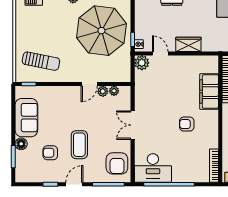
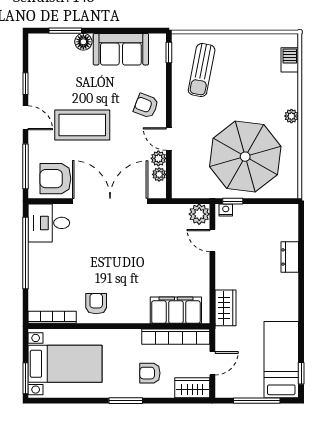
wardrobe: (188, 44) -> (225, 308), moved
door: (160, 54) -> (212, 240), swing flipped
filing cabinet: (209, 92) -> (176, 310), moved
armchair: (187, 124) -> (96, 304), moved
double door: (133, 125) -> (110, 201), width x1.87
coffee table: (79, 145) -> (82, 125), width x1.36, depth x1.32
armchair: (50, 153) -> (146, 106), moved, turned -69
desk: (153, 168) -> (49, 223), width x0.73

